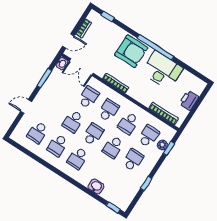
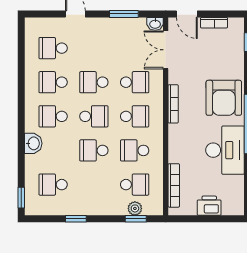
school desk: (133, 160) -> (53, 185), moved, turned 180
washbasin: (96, 186) -> (33, 143), moved

